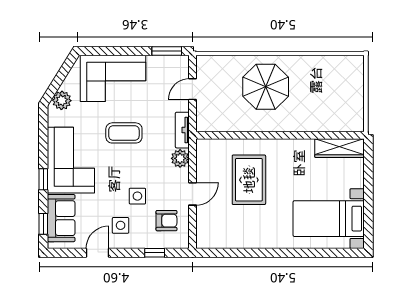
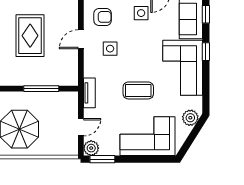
window: (240, 135) -> (41, 89), added
plant: (180, 158) -> (91, 148), moved
rug: (249, 180) -> (30, 36), moved
side table: (137, 196) -> (110, 49), moved
armchair: (166, 221) -> (103, 17), turned 180

